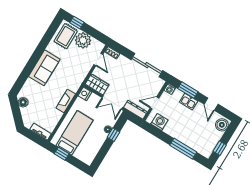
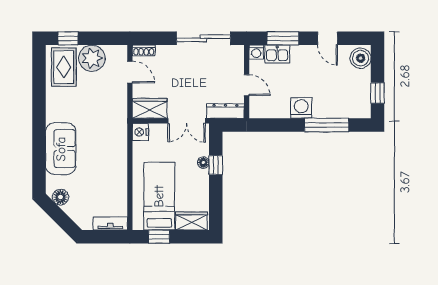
sofa: (44, 68) -> (61, 149), moved
fireplace: (66, 101) -> (120, 159), removed
kitchen sink: (189, 102) -> (277, 54), moved
door: (154, 103) -> (247, 85), swing flipped
washing machine: (159, 122) -> (301, 108), moved
wardrobe: (83, 156) -> (192, 221), added

